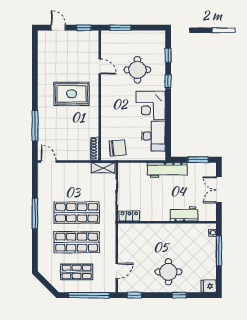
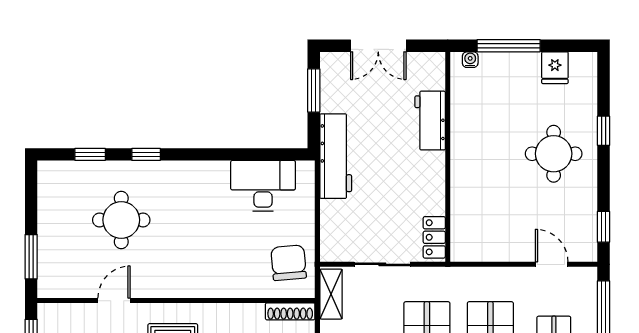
corner desk: (151, 105) -> (198, 192), removed
fridge: (209, 286) -> (555, 68), moved

